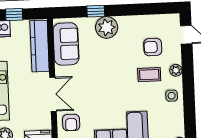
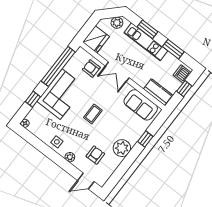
plant: (107, 27) -> (122, 148), moved
kitchen counter: (40, 46) -> (158, 92), width x0.67
coffee table: (149, 75) -> (93, 114), moved

